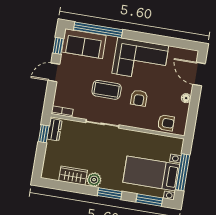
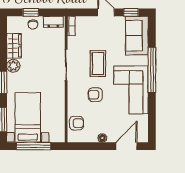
window: (98, 30) -> (152, 70), moved
armchair: (166, 123) -> (77, 123), turned -90
window: (44, 134) -> (31, 12), moved
chair: (54, 152) -> (33, 24), added

